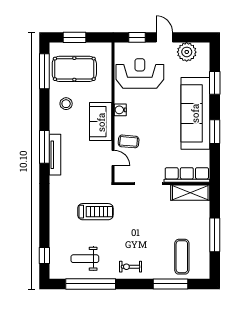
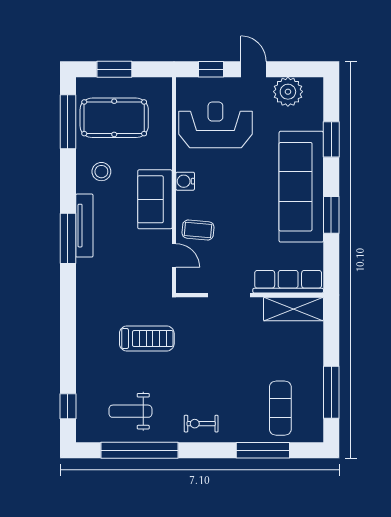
tv unit: (55, 155) -> (84, 226), moved
window: (215, 235) -> (331, 392), moved

